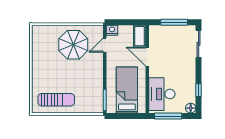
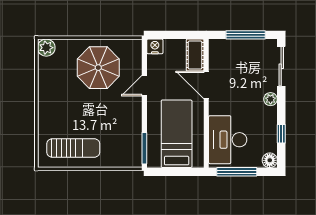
plant: (38, 31) -> (46, 48), added
door: (105, 45) -> (144, 86), moved
plant: (191, 66) -> (270, 99), added

